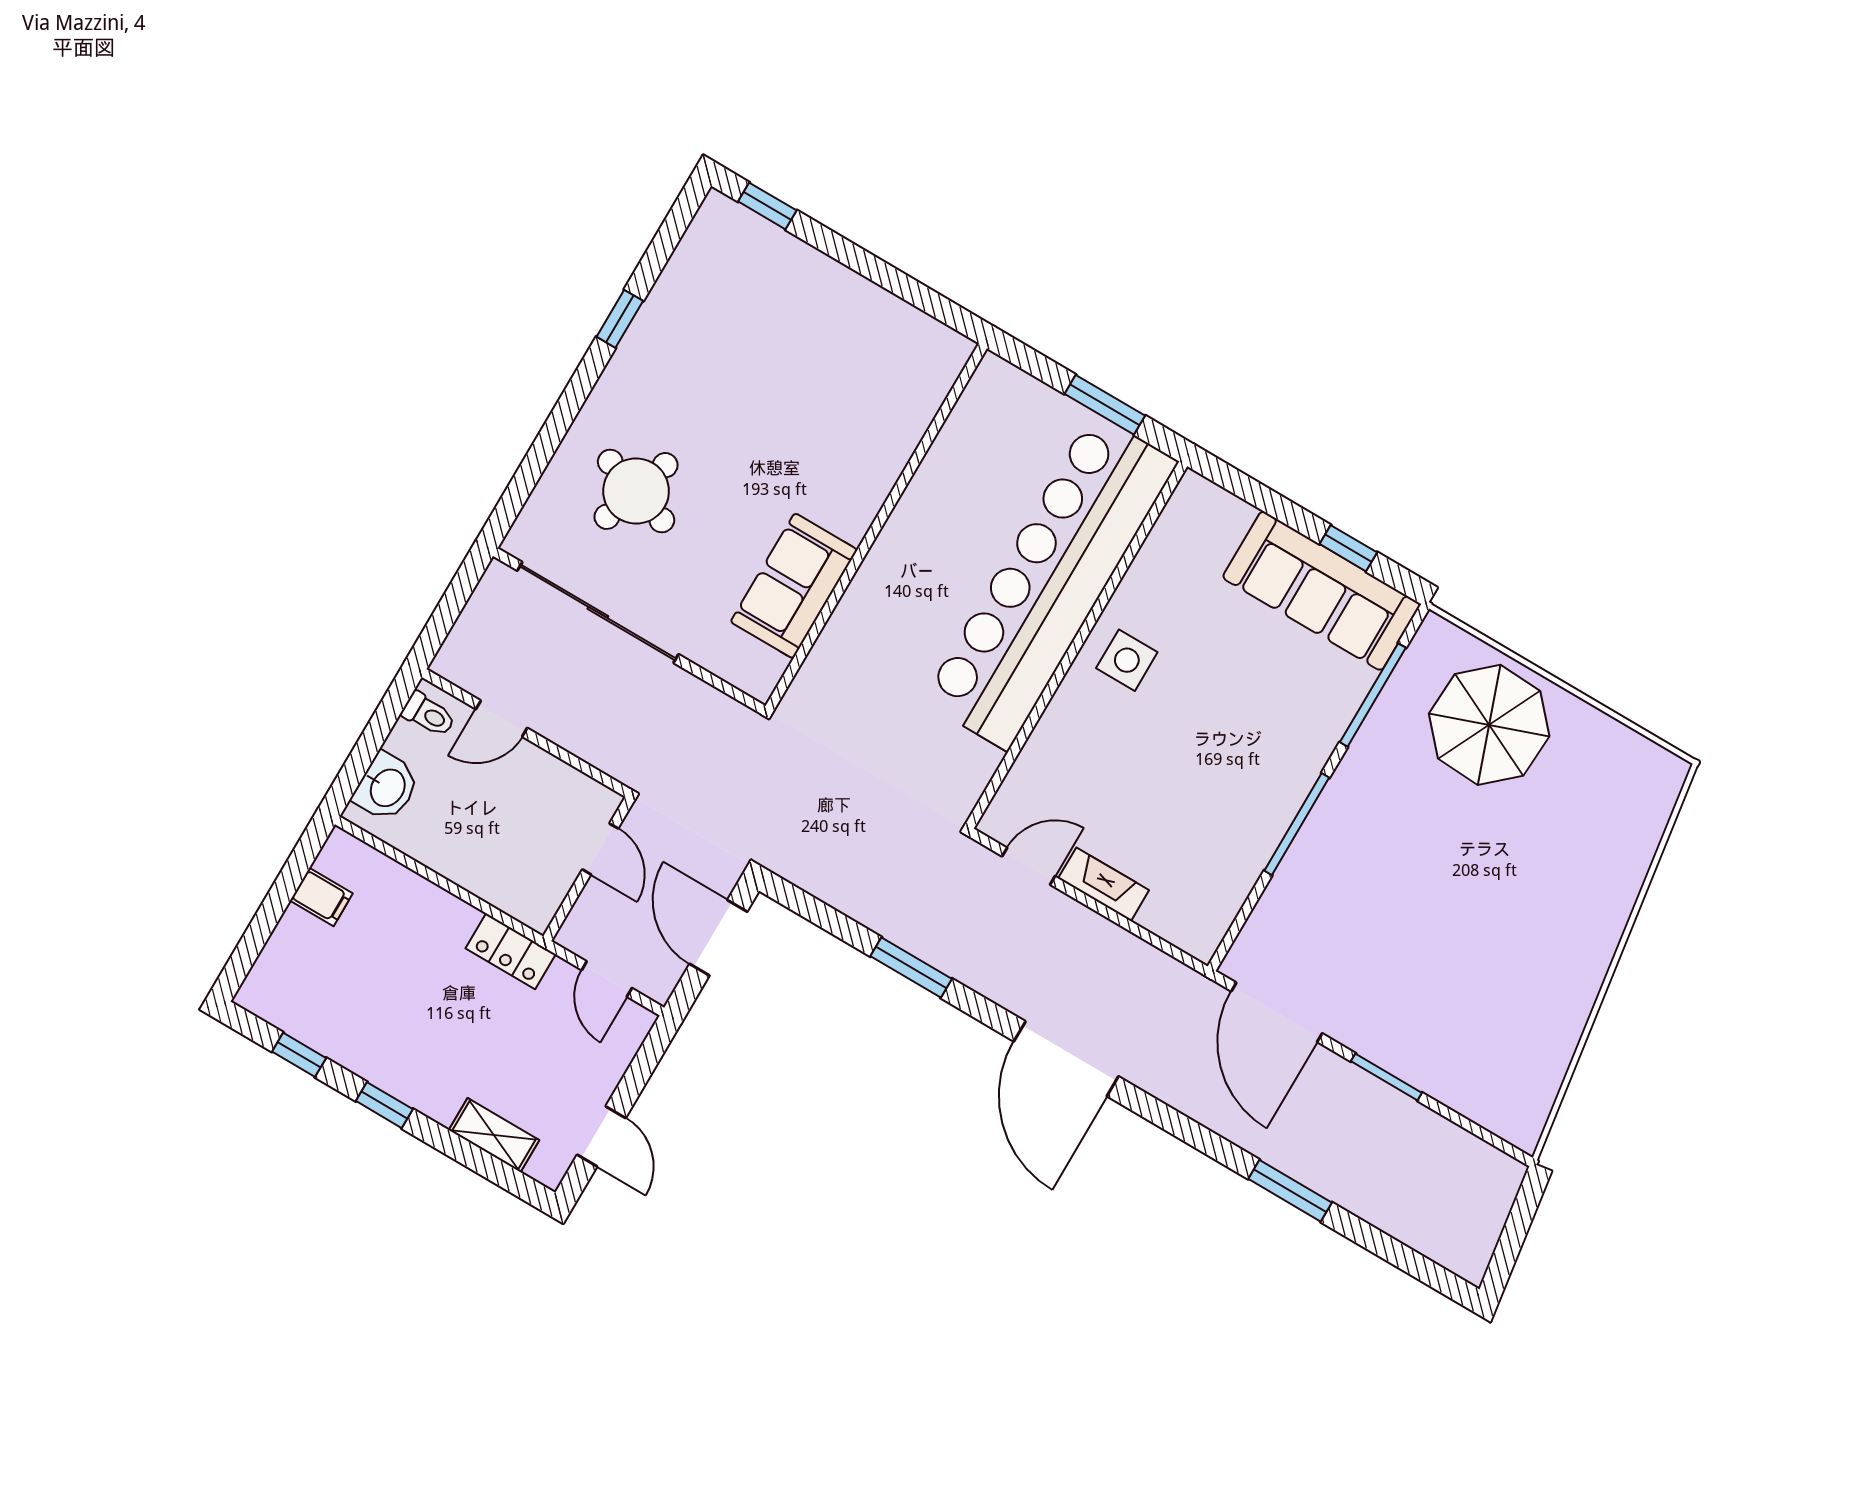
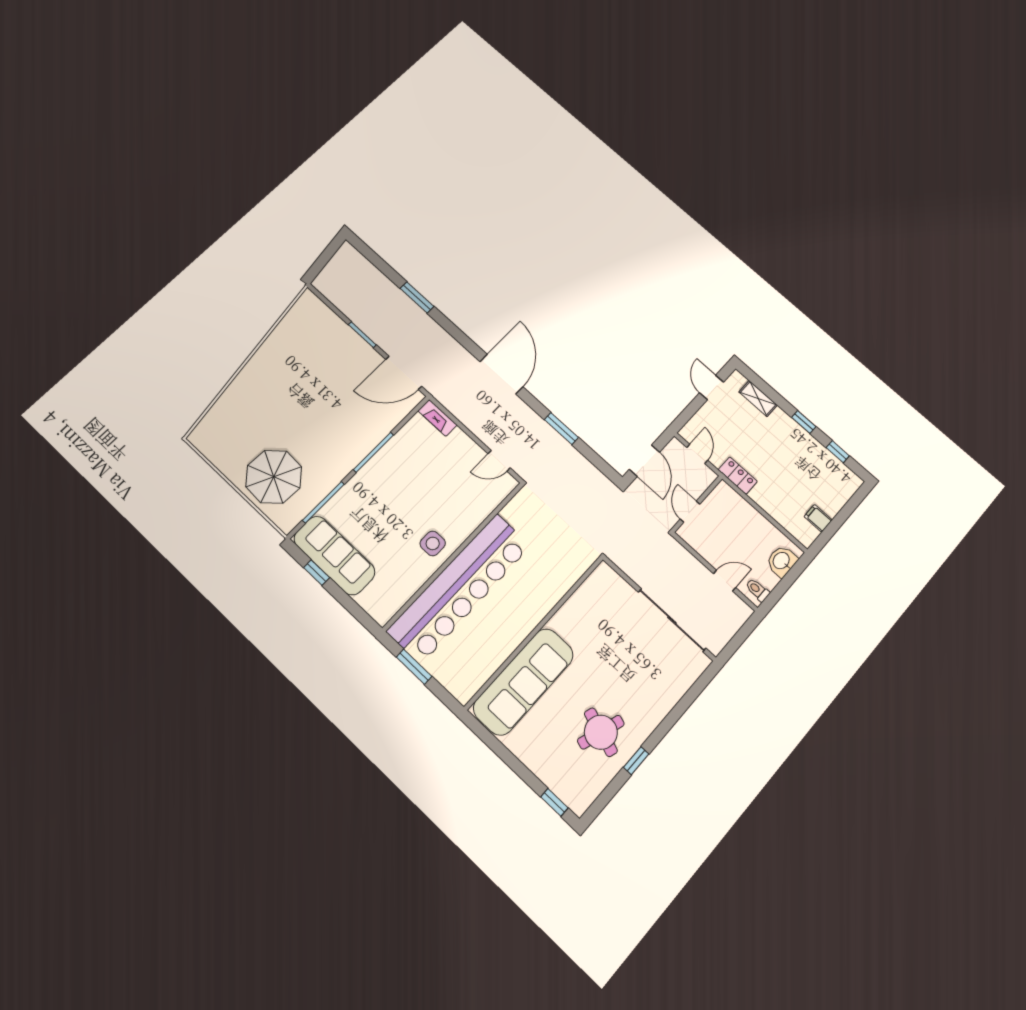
round table: (636, 491) -> (601, 732), moved
sofa: (794, 586) -> (524, 681), moved, width x1.85, depth x1.27
fireplace: (1104, 884) -> (438, 418), moved
door: (1277, 1012) -> (404, 373), swing flipped

